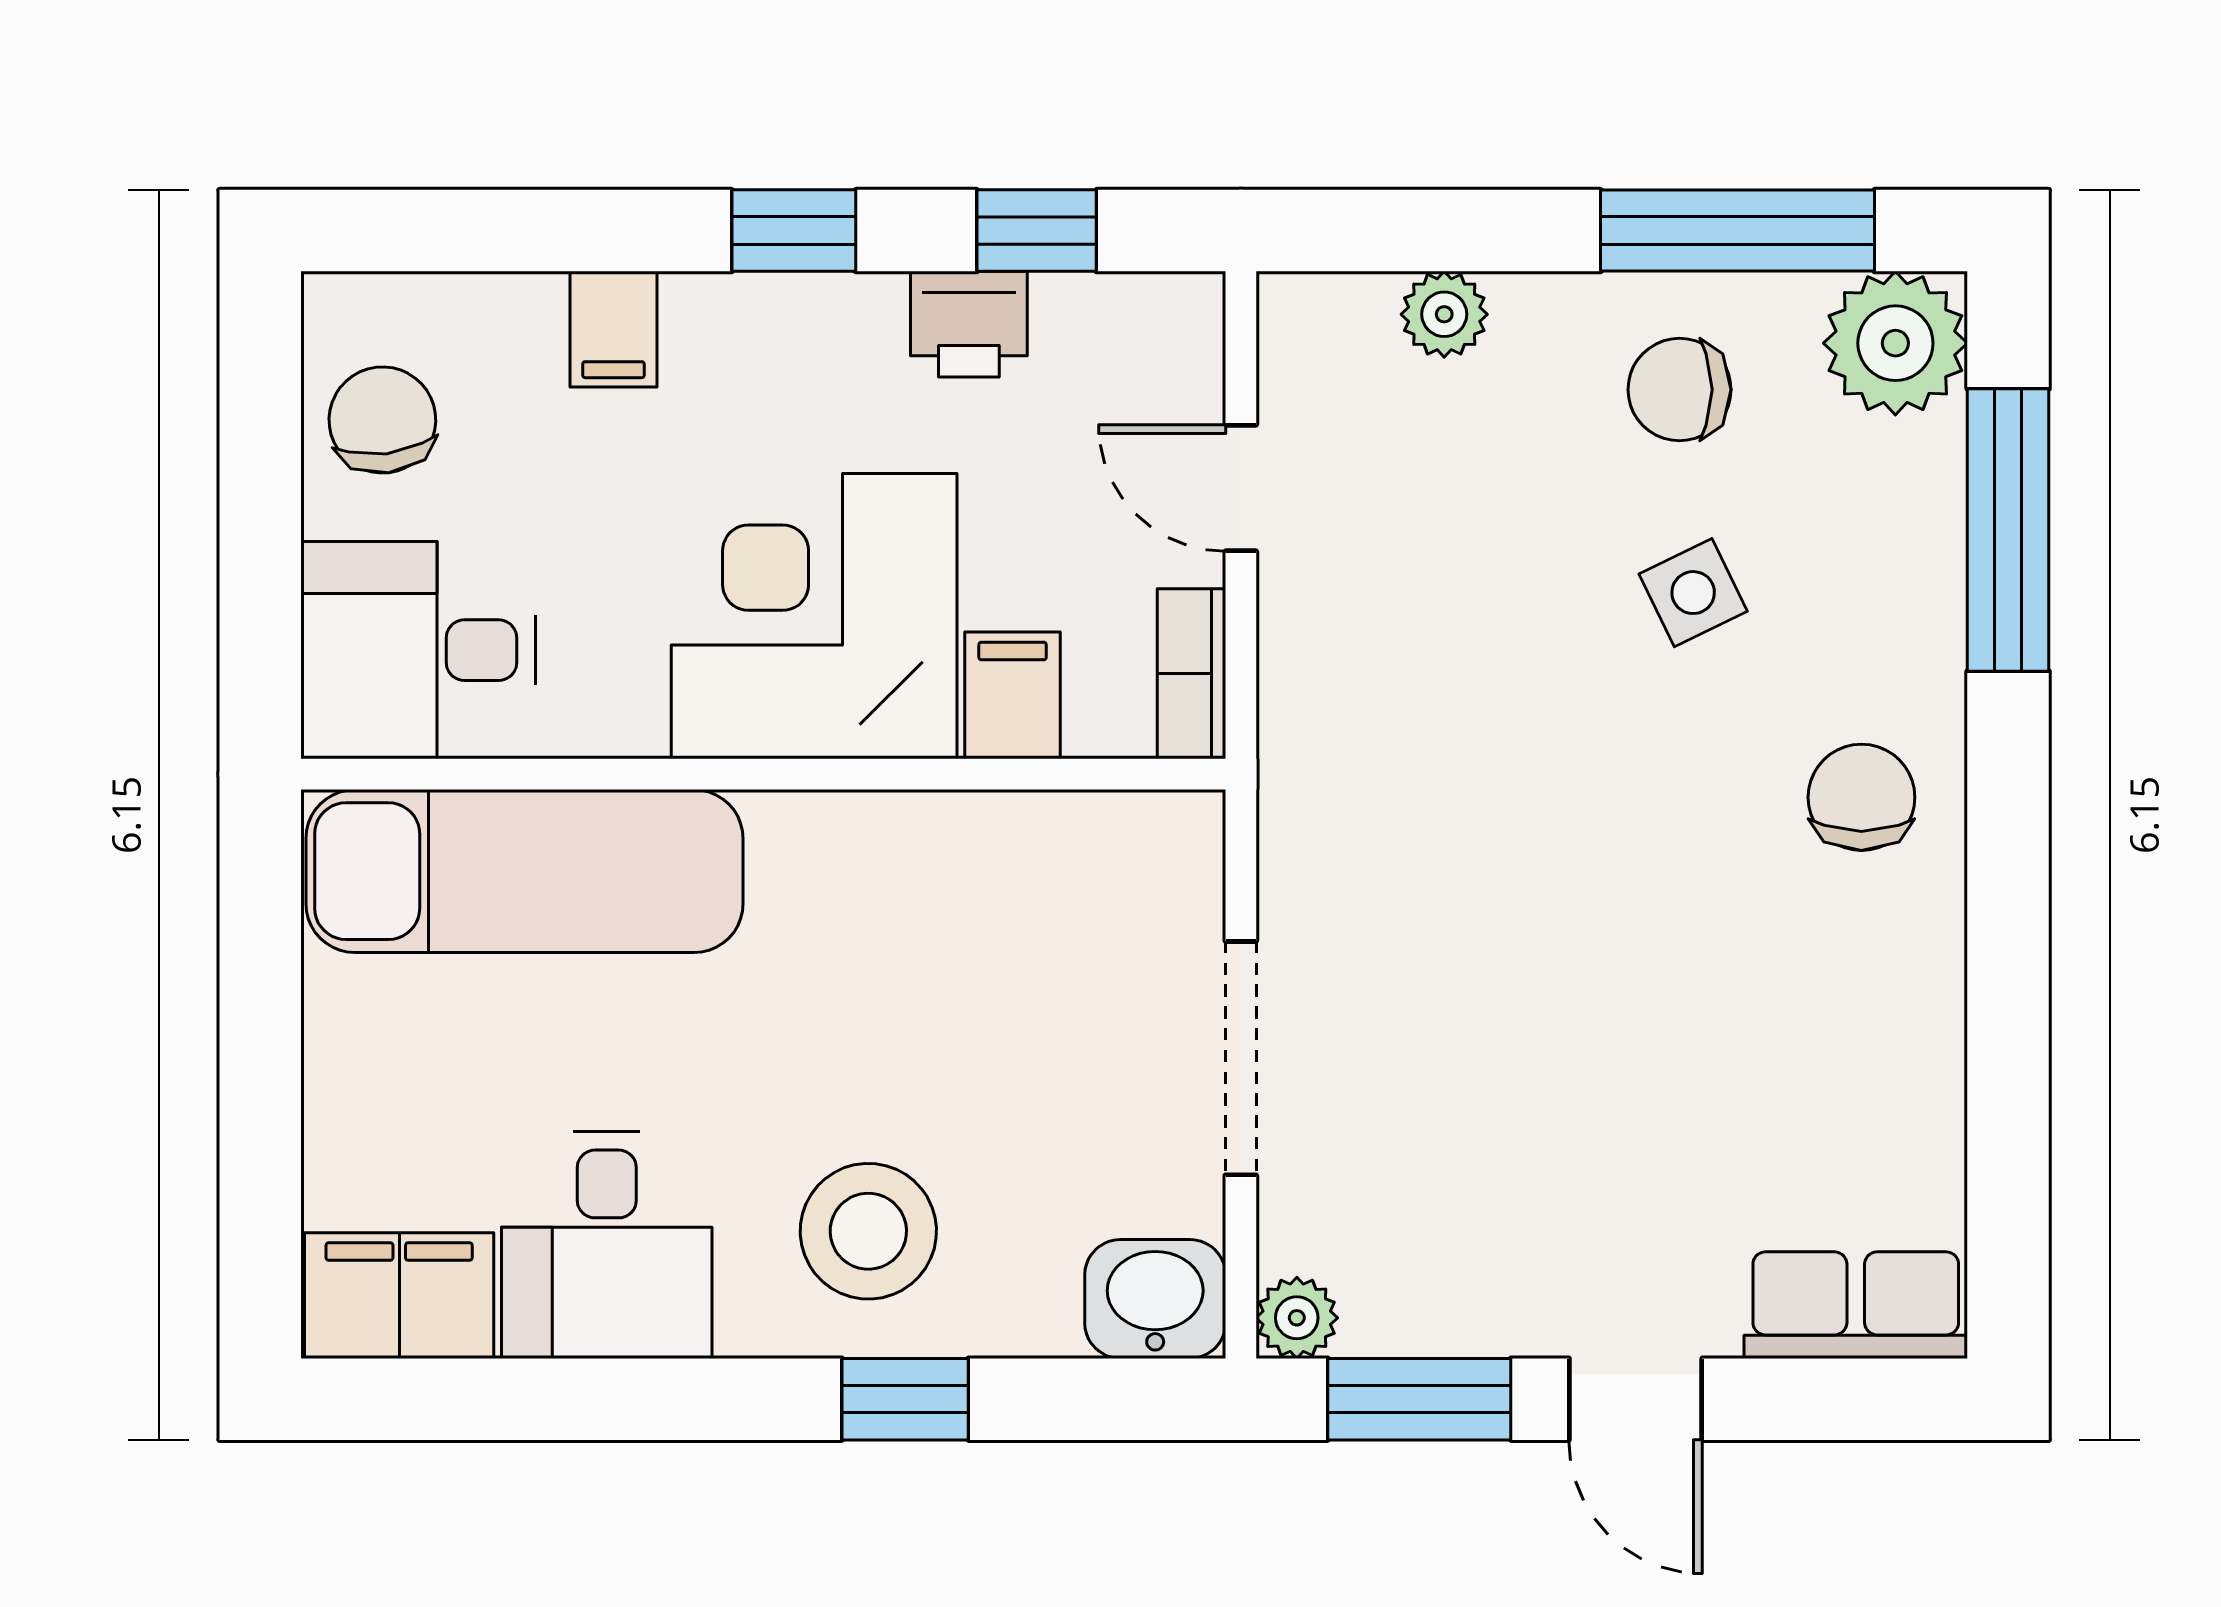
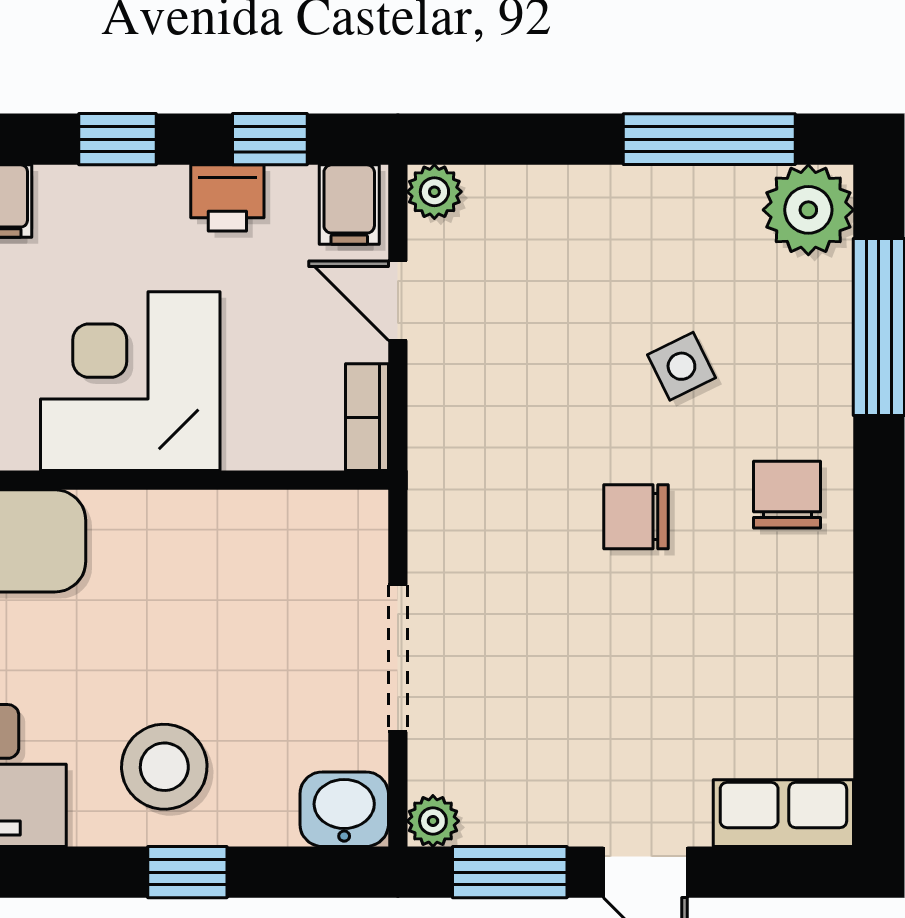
plant: (1444, 314) -> (434, 192), moved
chair: (1679, 390) -> (636, 517), moved
filing cabinet: (1013, 695) -> (349, 205), moved, turned 180

